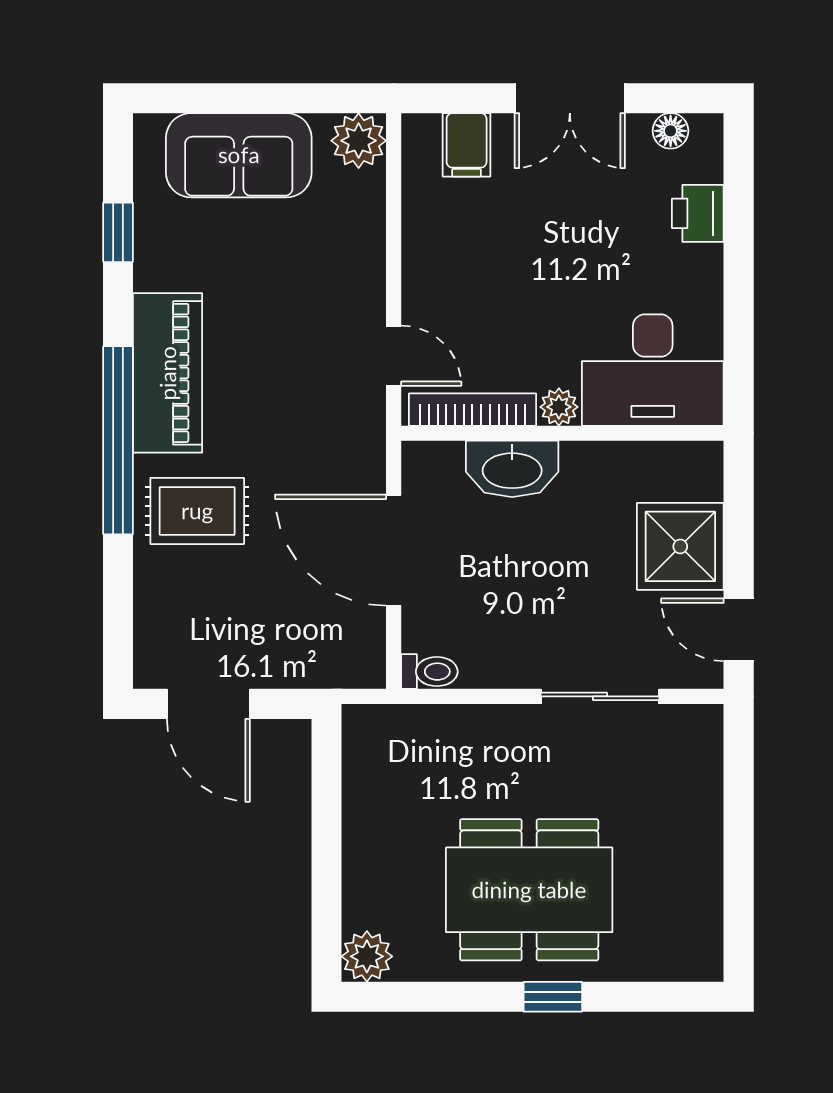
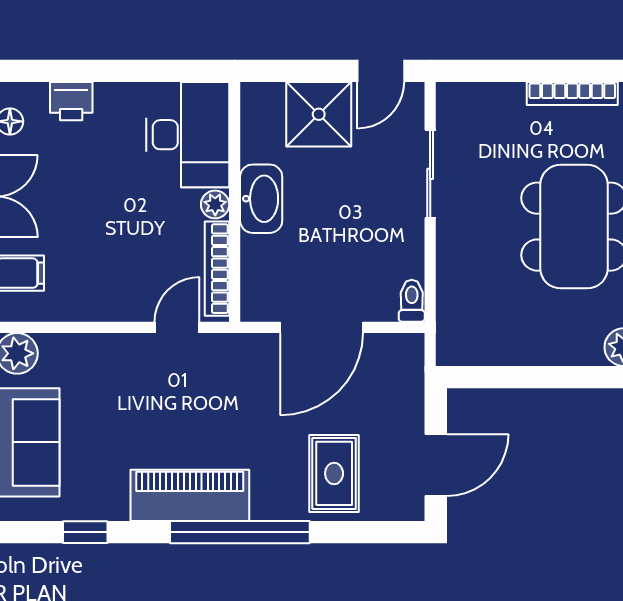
washbasin: (512, 469) -> (261, 199), moved
rug: (197, 511) -> (334, 473), moved
bookcase: (708, 888) -> (572, 94), added

